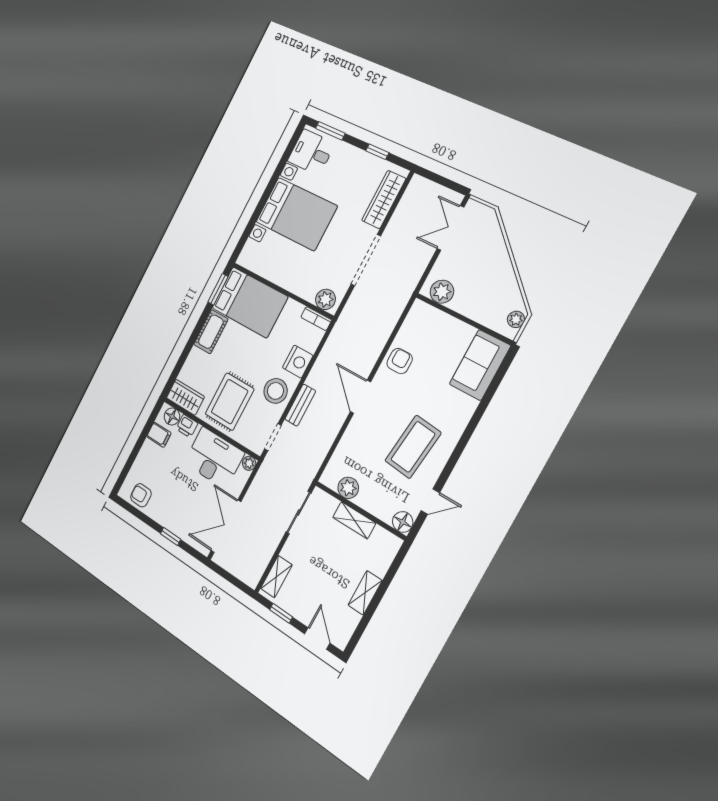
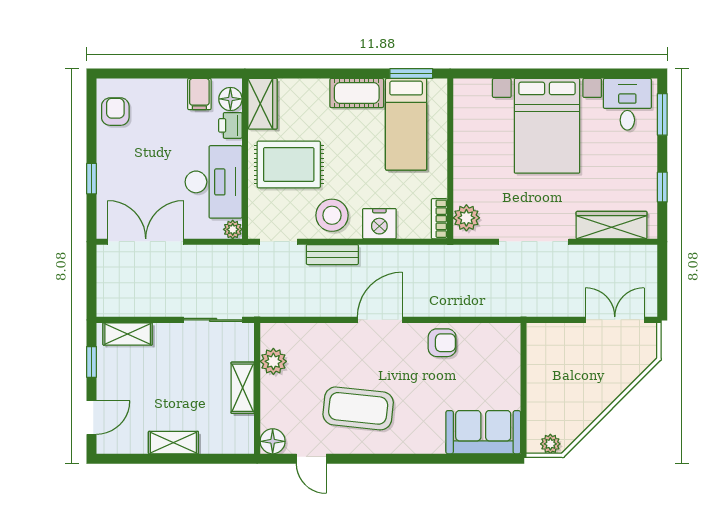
plant: (442, 292) -> (541, 348), removed
bed: (250, 302) -> (406, 124), width x0.67

